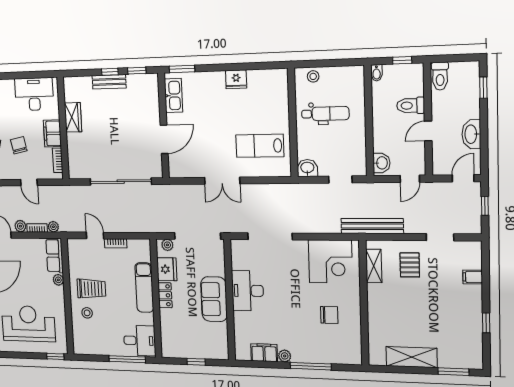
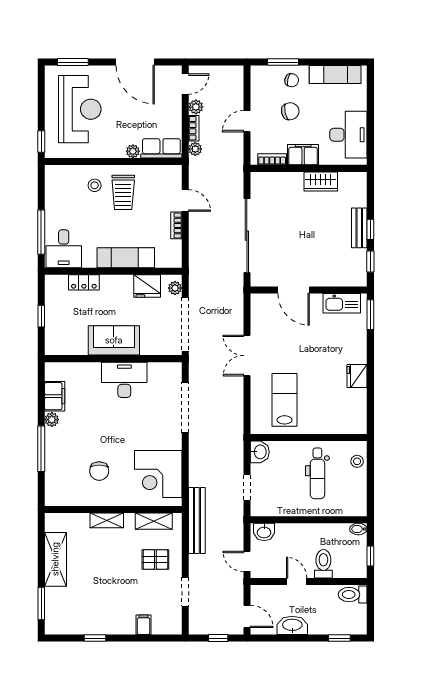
door: (95, 235) -> (185, 201), hinge flipped
locker: (165, 295) -> (84, 282), moved
shelving: (374, 309) -> (107, 520), added

